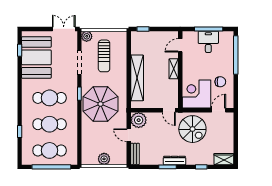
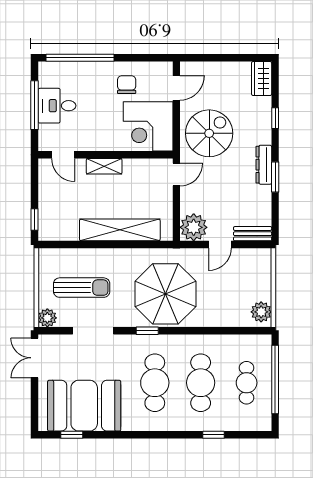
door: (219, 110) -> (176, 88), swing flipped
cafe table: (50, 150) -> (247, 383), width x0.73, depth x0.74
plant: (104, 159) -> (261, 312), moved

